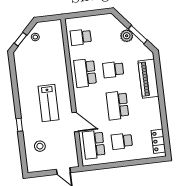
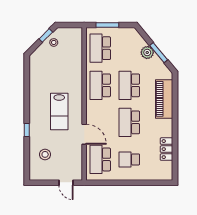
window: (85, 14) -> (107, 25), added
school desk: (81, 37) -> (100, 48), width x1.85
window: (20, 39) -> (46, 35), moved
school desk: (113, 70) -> (129, 85), width x1.85
locker: (158, 141) -> (167, 149), moved

